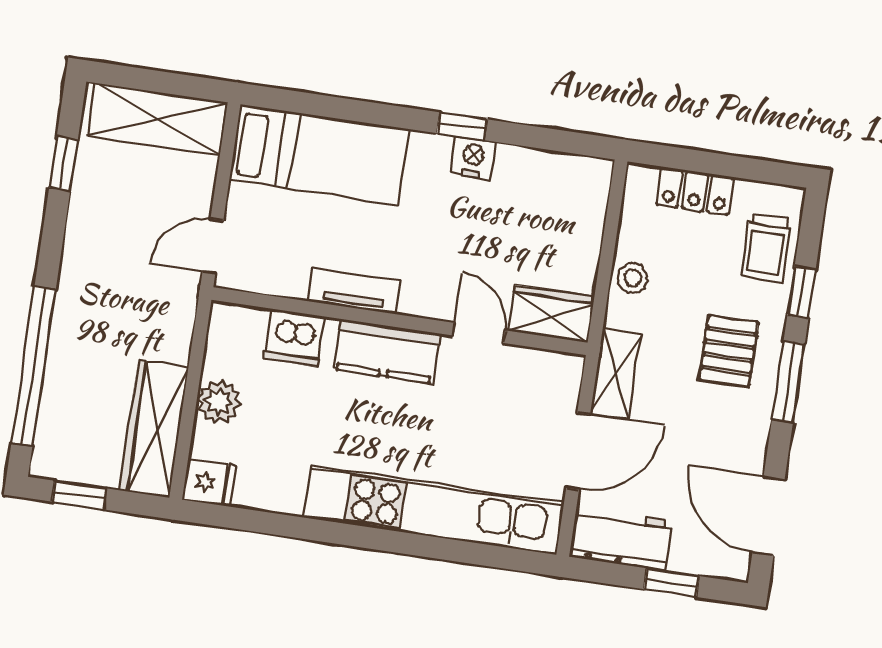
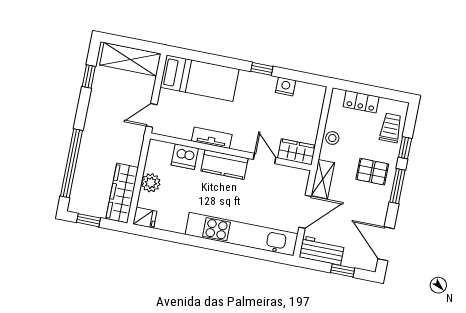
nightstand: (473, 157) -> (286, 86), moved
trolley: (766, 248) -> (391, 128), turned 180
pallet: (729, 351) -> (372, 172), turned 90

